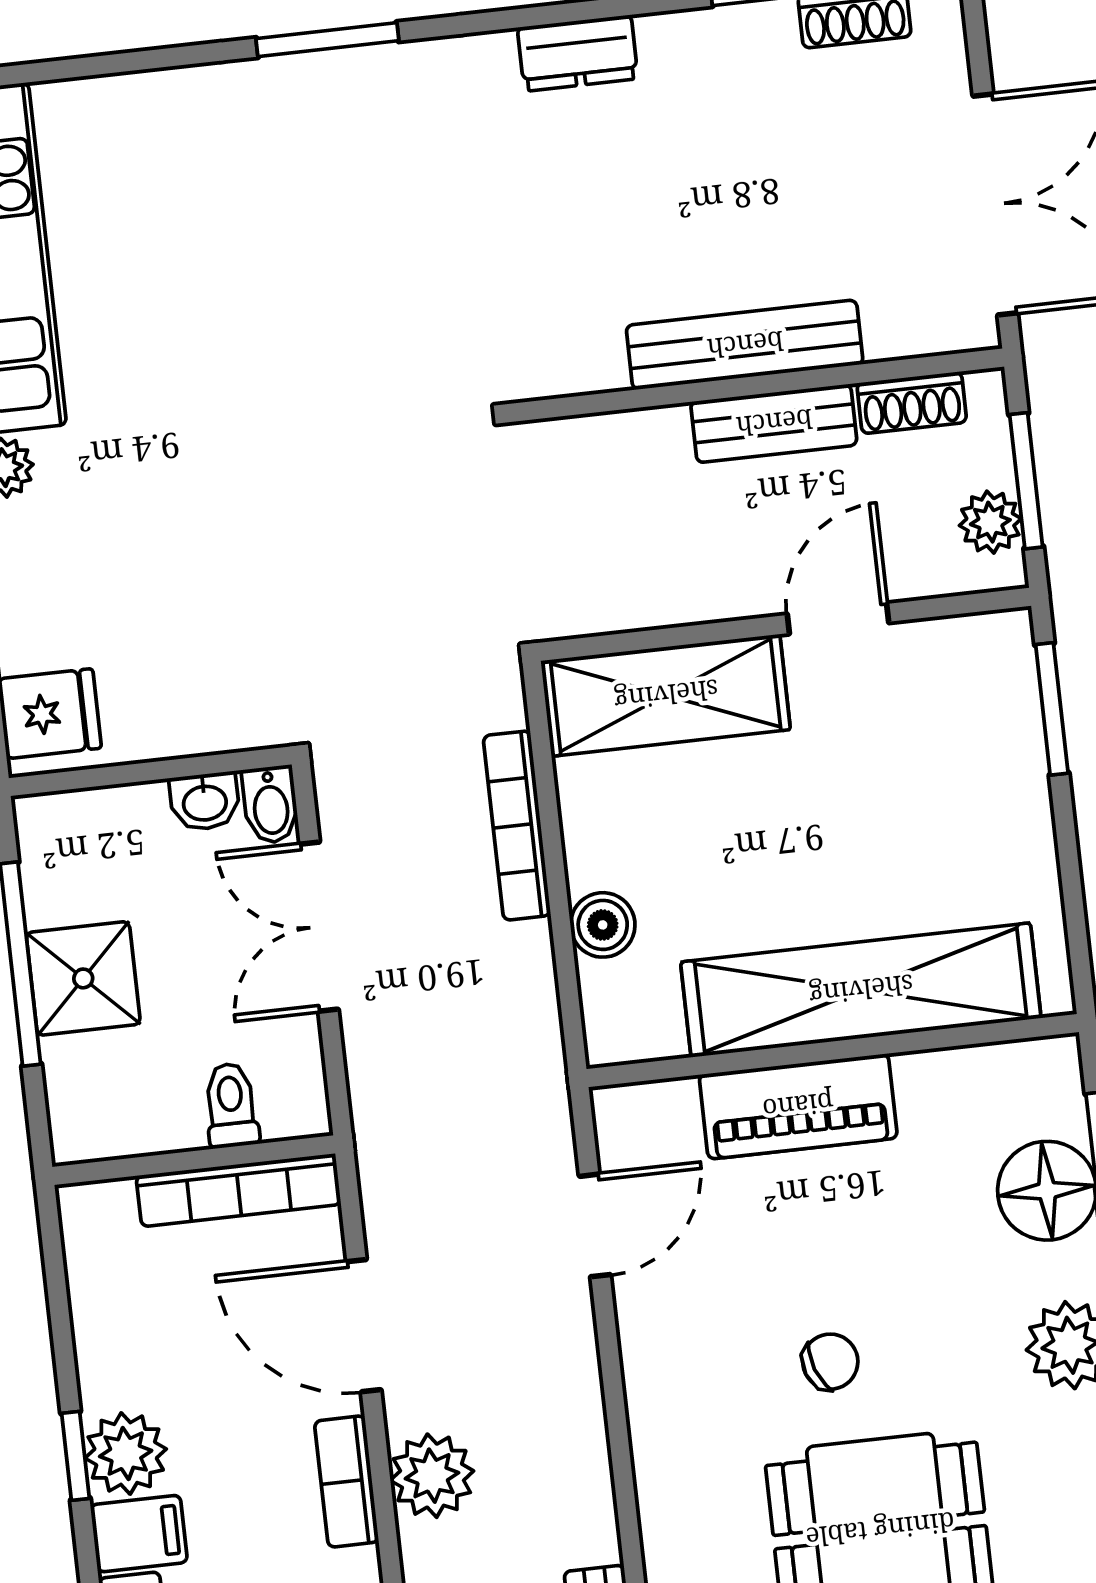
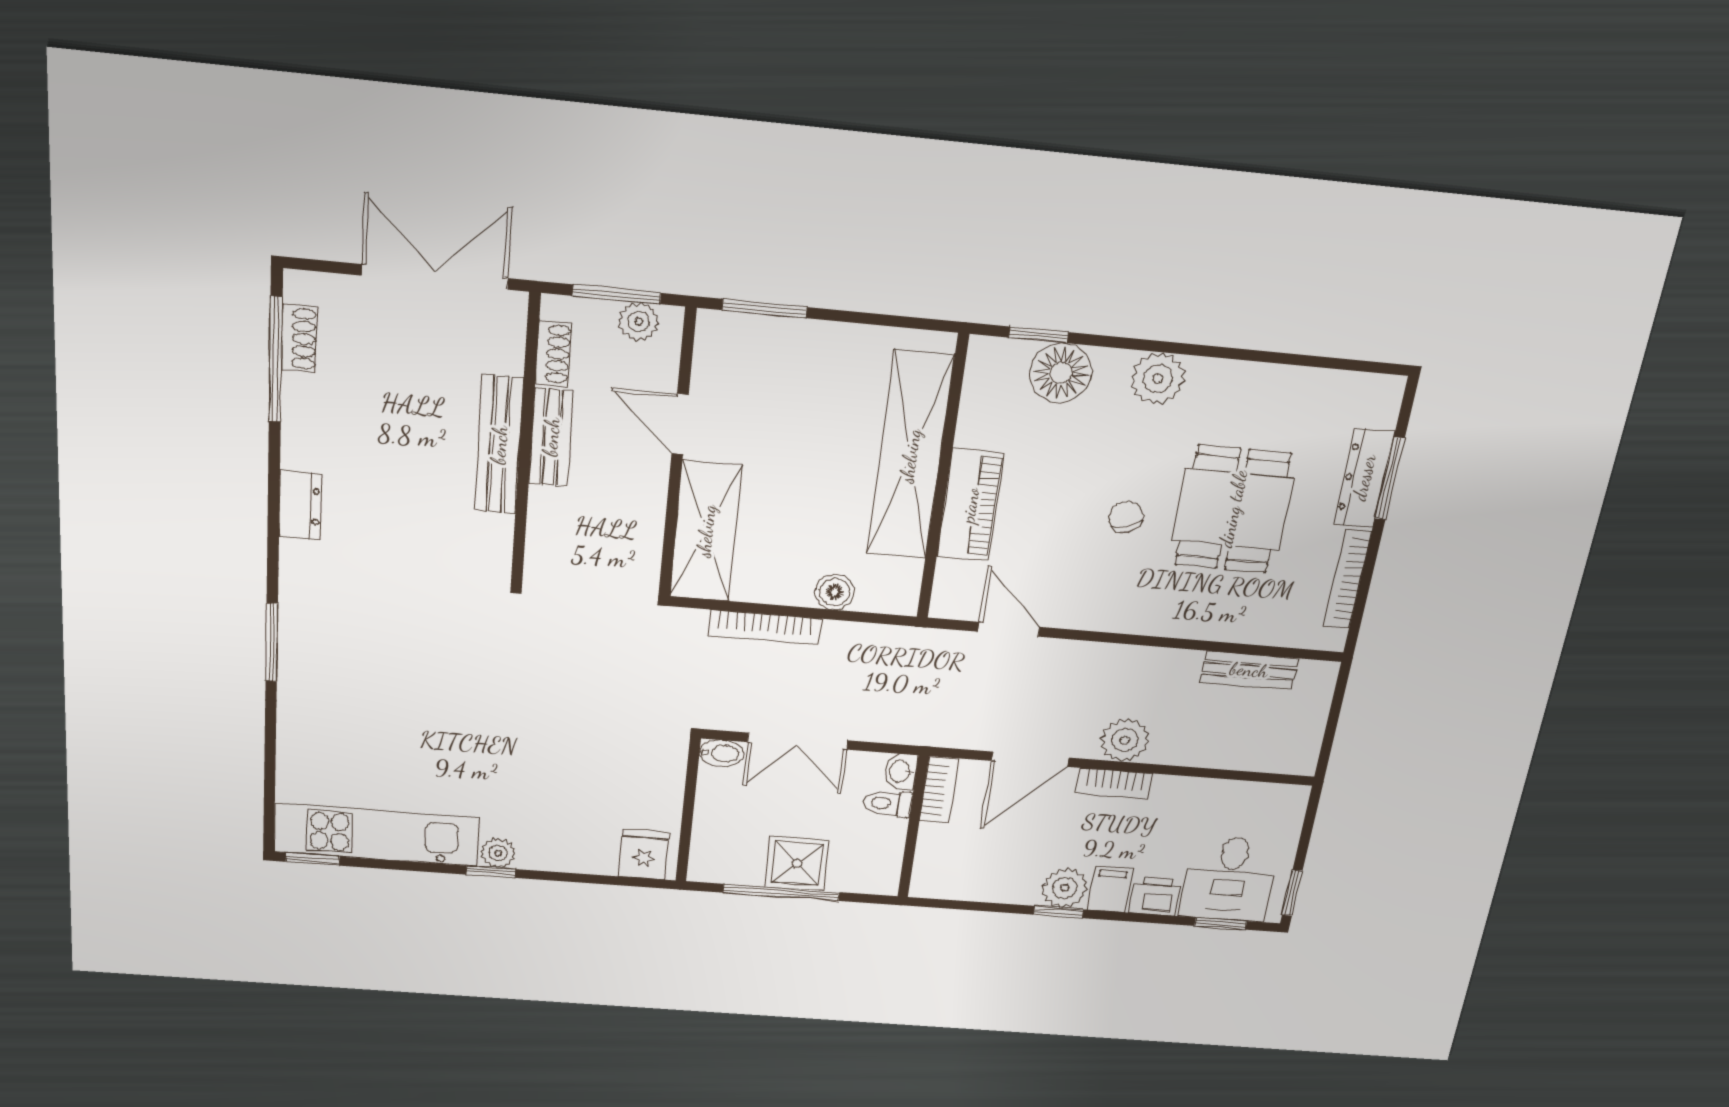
washbasin: (205, 801) -> (901, 771), moved, turned 180
bookcase: (238, 1190) -> (939, 790), width x0.64

